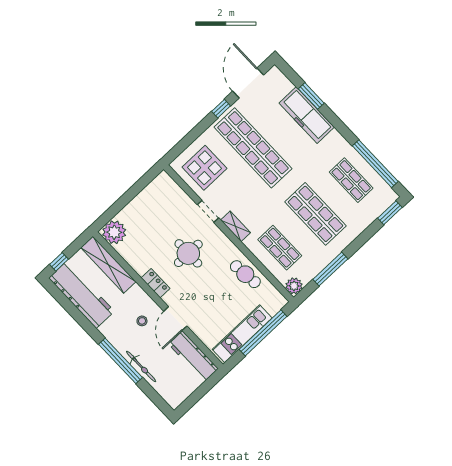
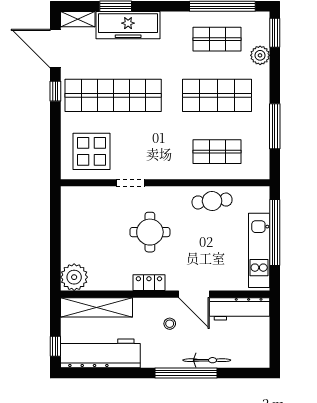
shelving: (235, 226) -> (78, 19), moved
plant: (294, 286) -> (260, 55), moved

